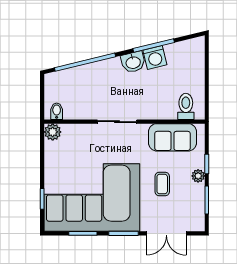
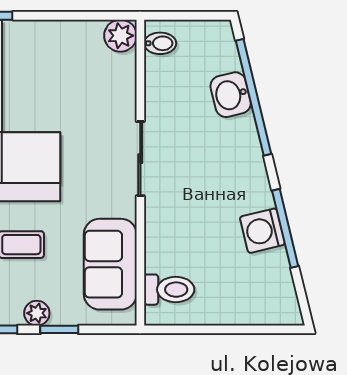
washbasin: (133, 62) -> (231, 95), moved

